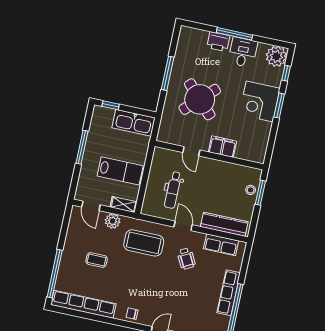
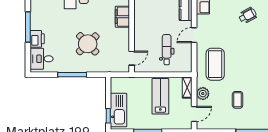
desk: (243, 52) -> (42, 59), moved
round table: (200, 99) -> (88, 44), width x0.73, depth x0.73
kitchen sink: (134, 123) -> (119, 110), moved
door: (191, 151) -> (132, 58), moved
dental chair: (173, 190) -> (167, 50), turned -90
wheelchair: (186, 259) -> (248, 15), moved

